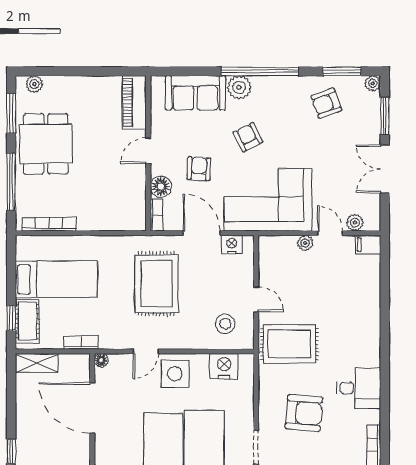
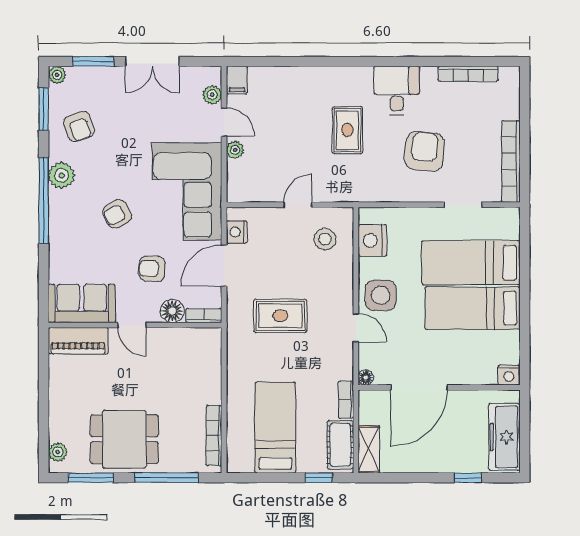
plant: (239, 87) -> (62, 175), moved
sofa: (195, 93) -> (82, 303), moved, turned -90
door: (330, 233) -> (224, 122), swing flipped
rug: (156, 284) -> (280, 316), width x0.73, depth x0.70
cot: (27, 321) -> (340, 445), moved, turned 90
rug: (289, 344) -> (347, 130), moved, width x0.73, depth x0.70

